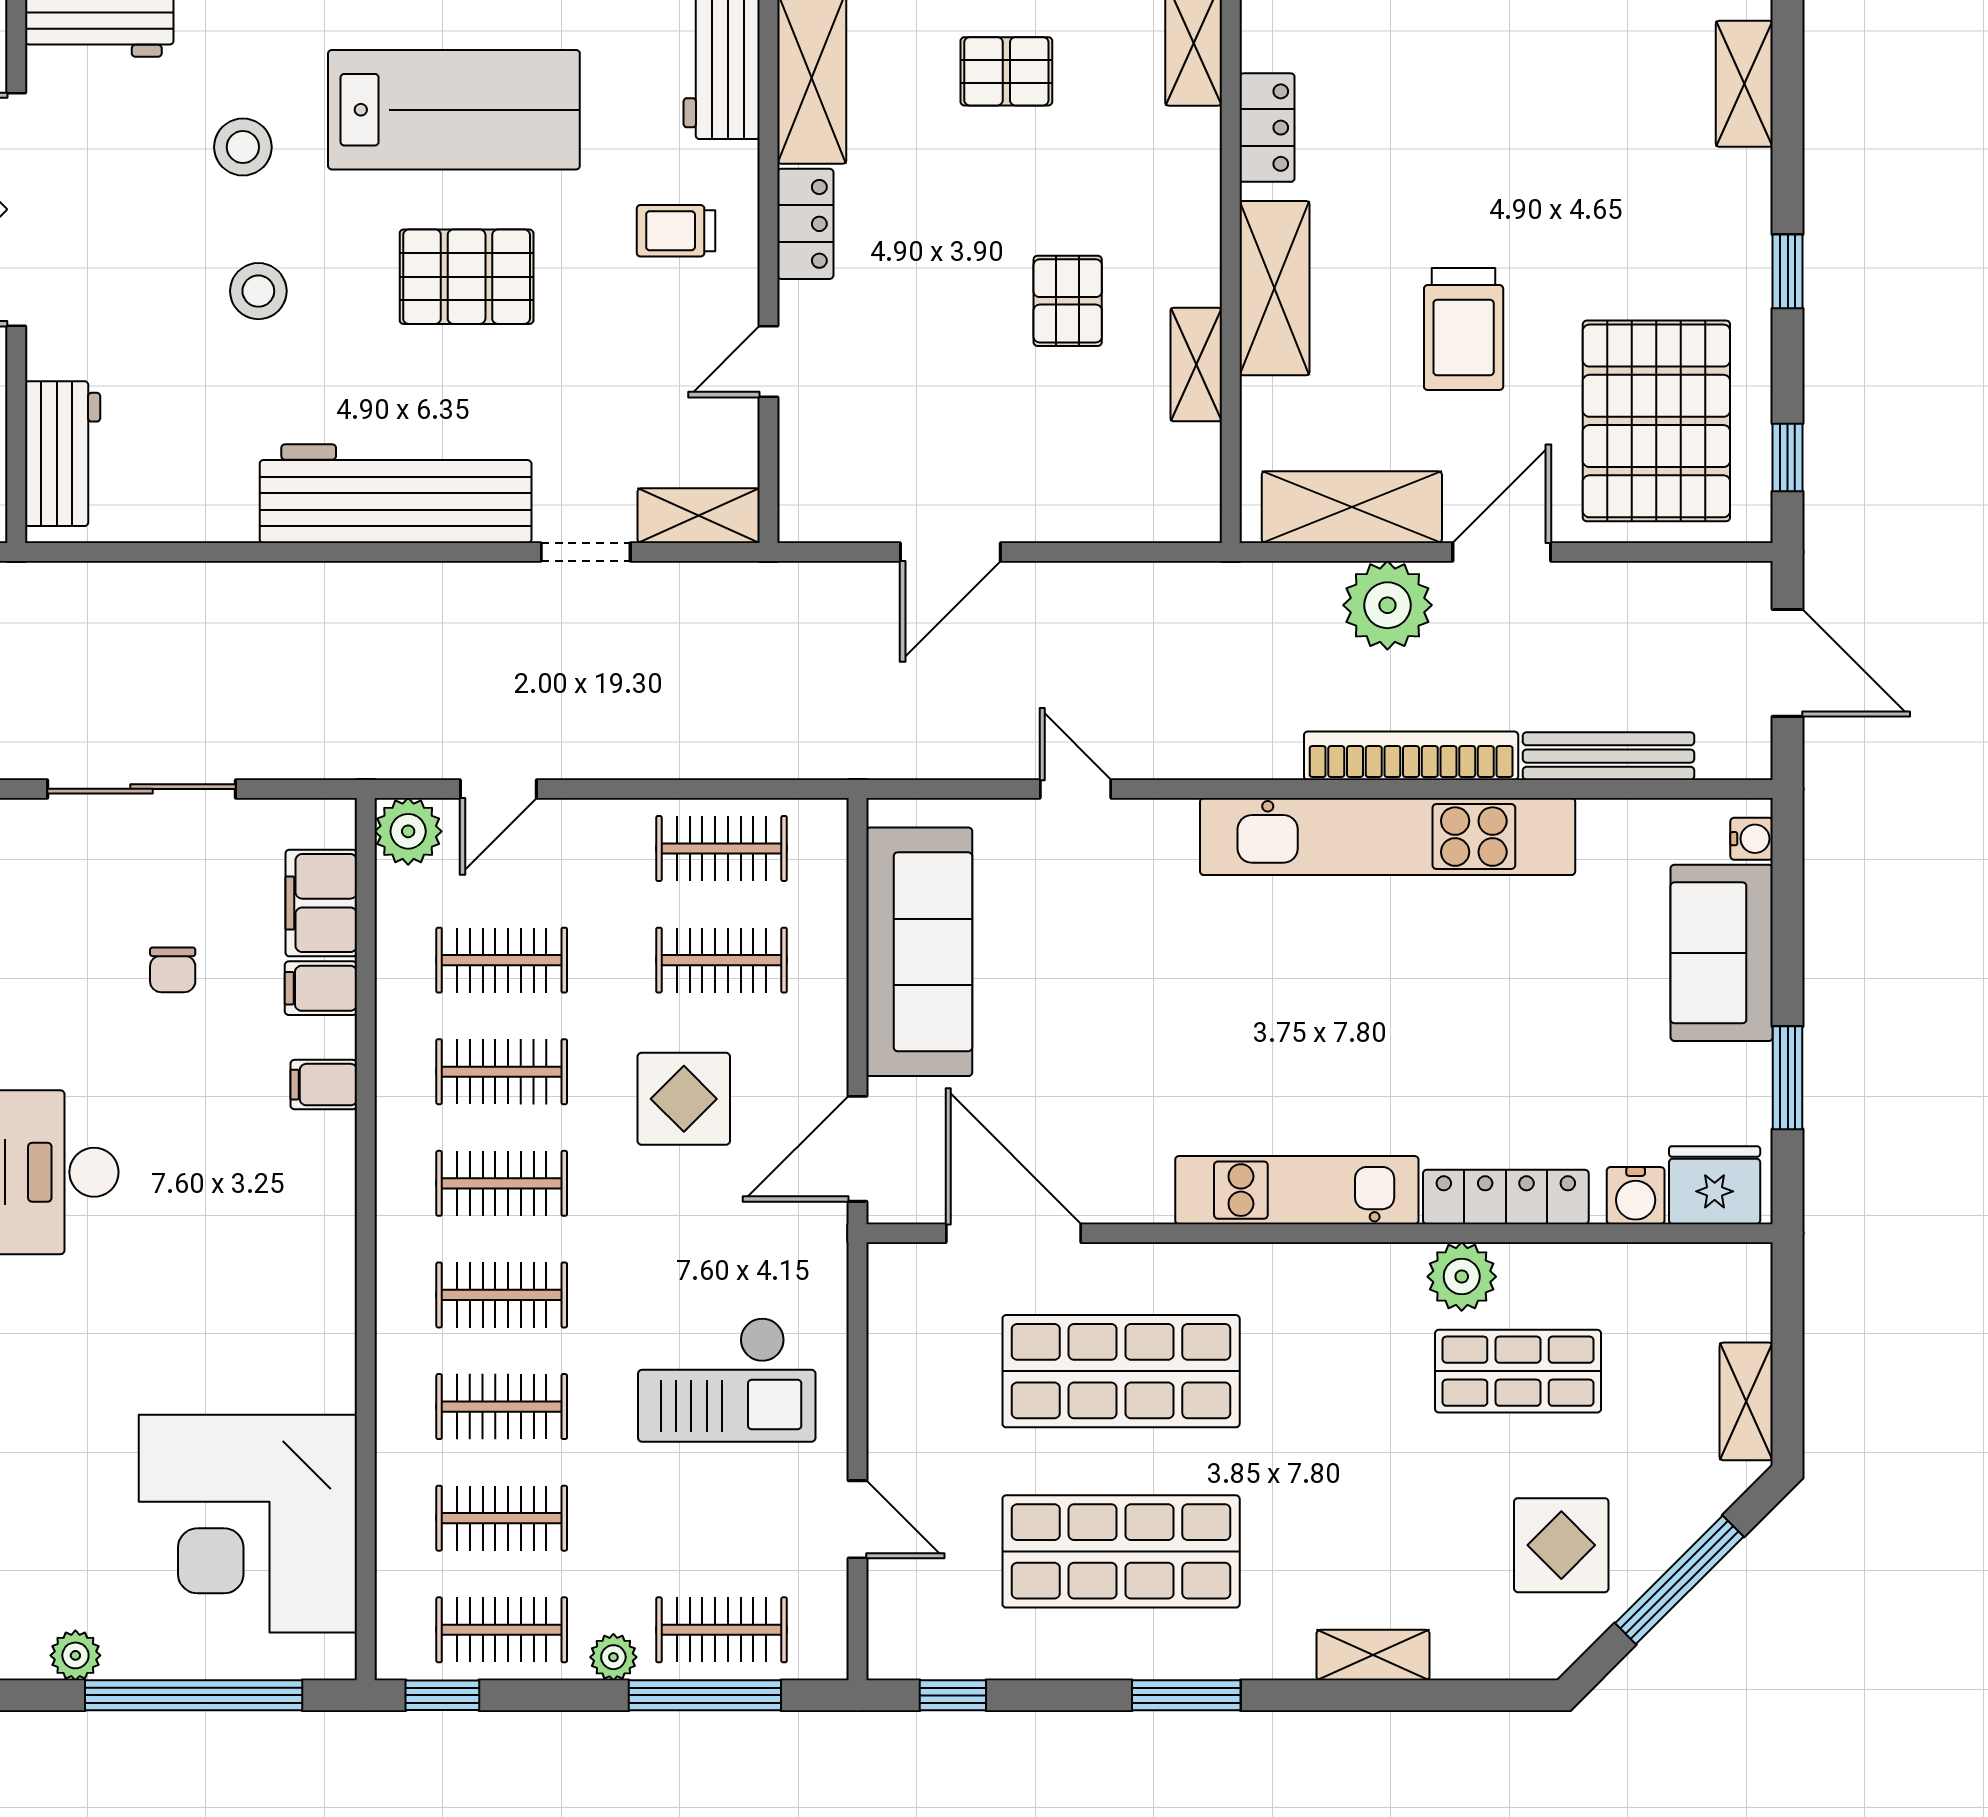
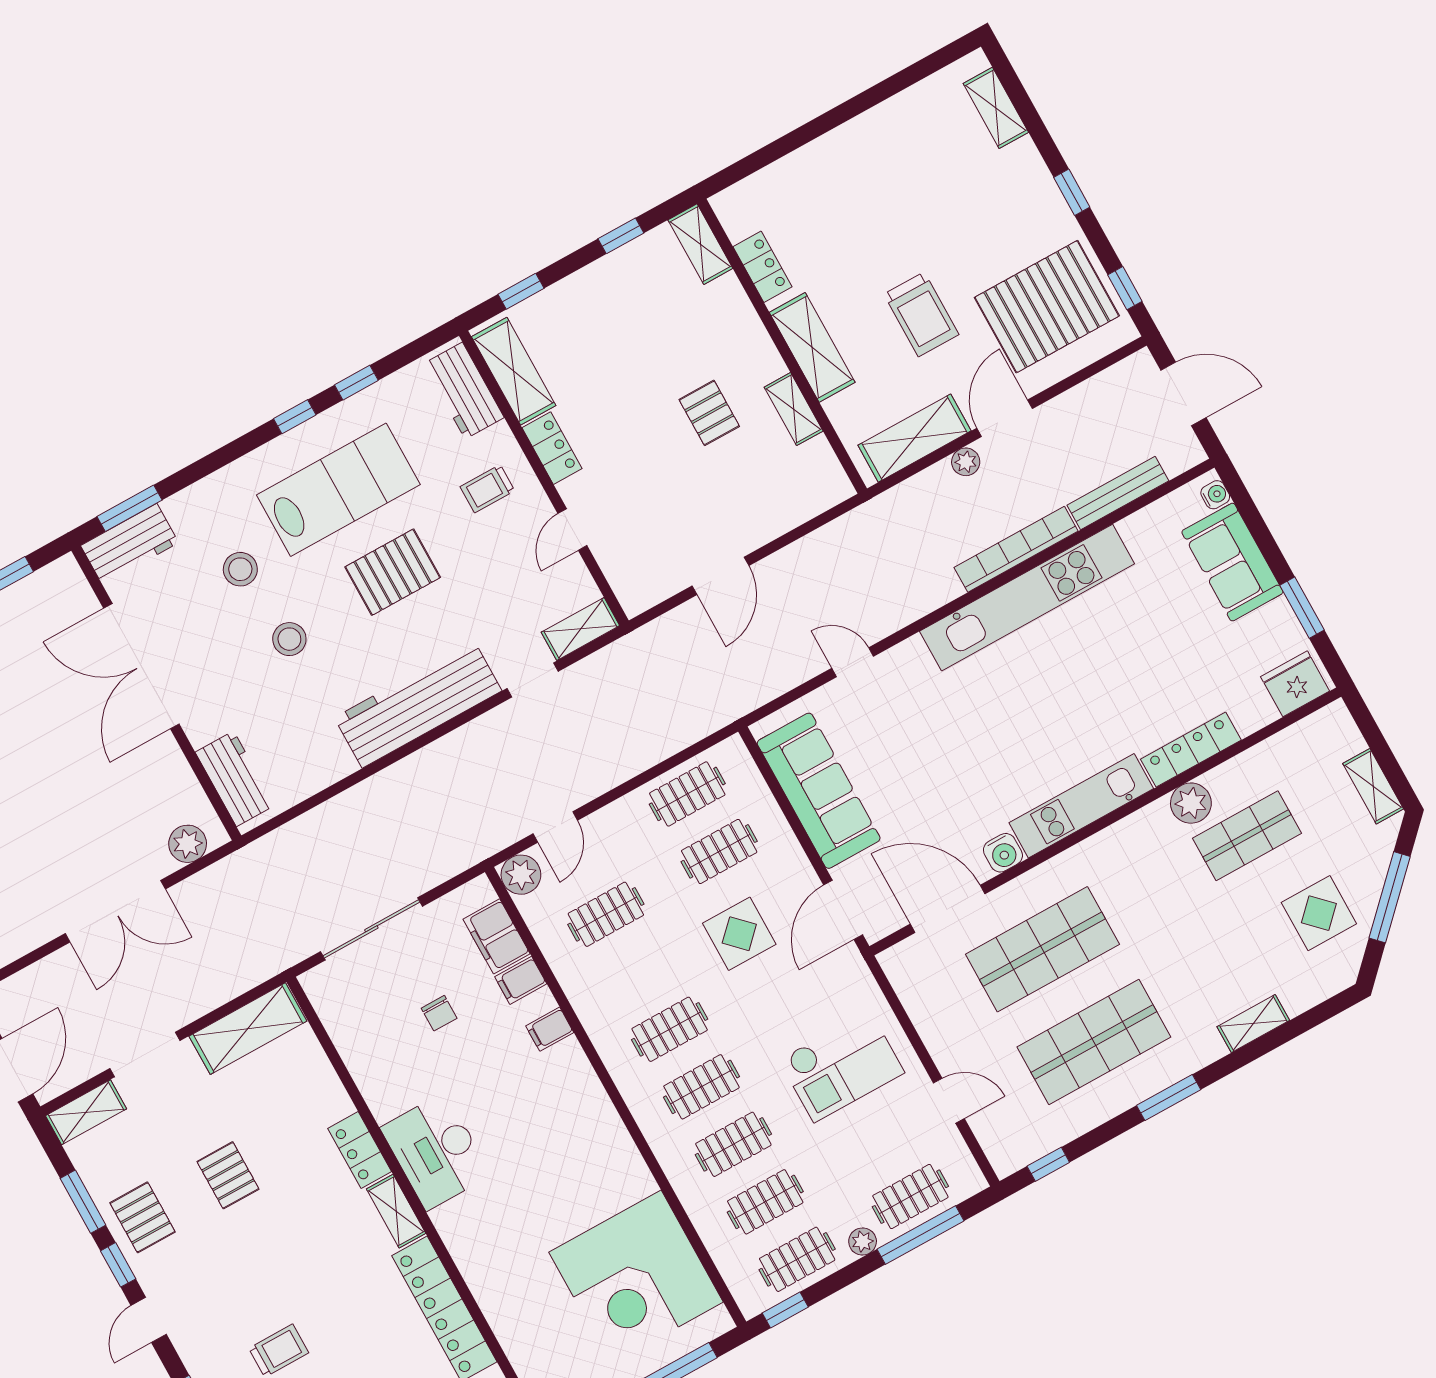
pallet: (1006, 71) -> (612, 312), removed
pallet: (1656, 421) -> (1047, 307), turned 90
plant: (1387, 605) -> (966, 462), width x0.53, depth x0.53
clothes rail: (502, 1072) -> (638, 972), removed
water cooler: (1636, 1196) -> (1003, 853), moved

